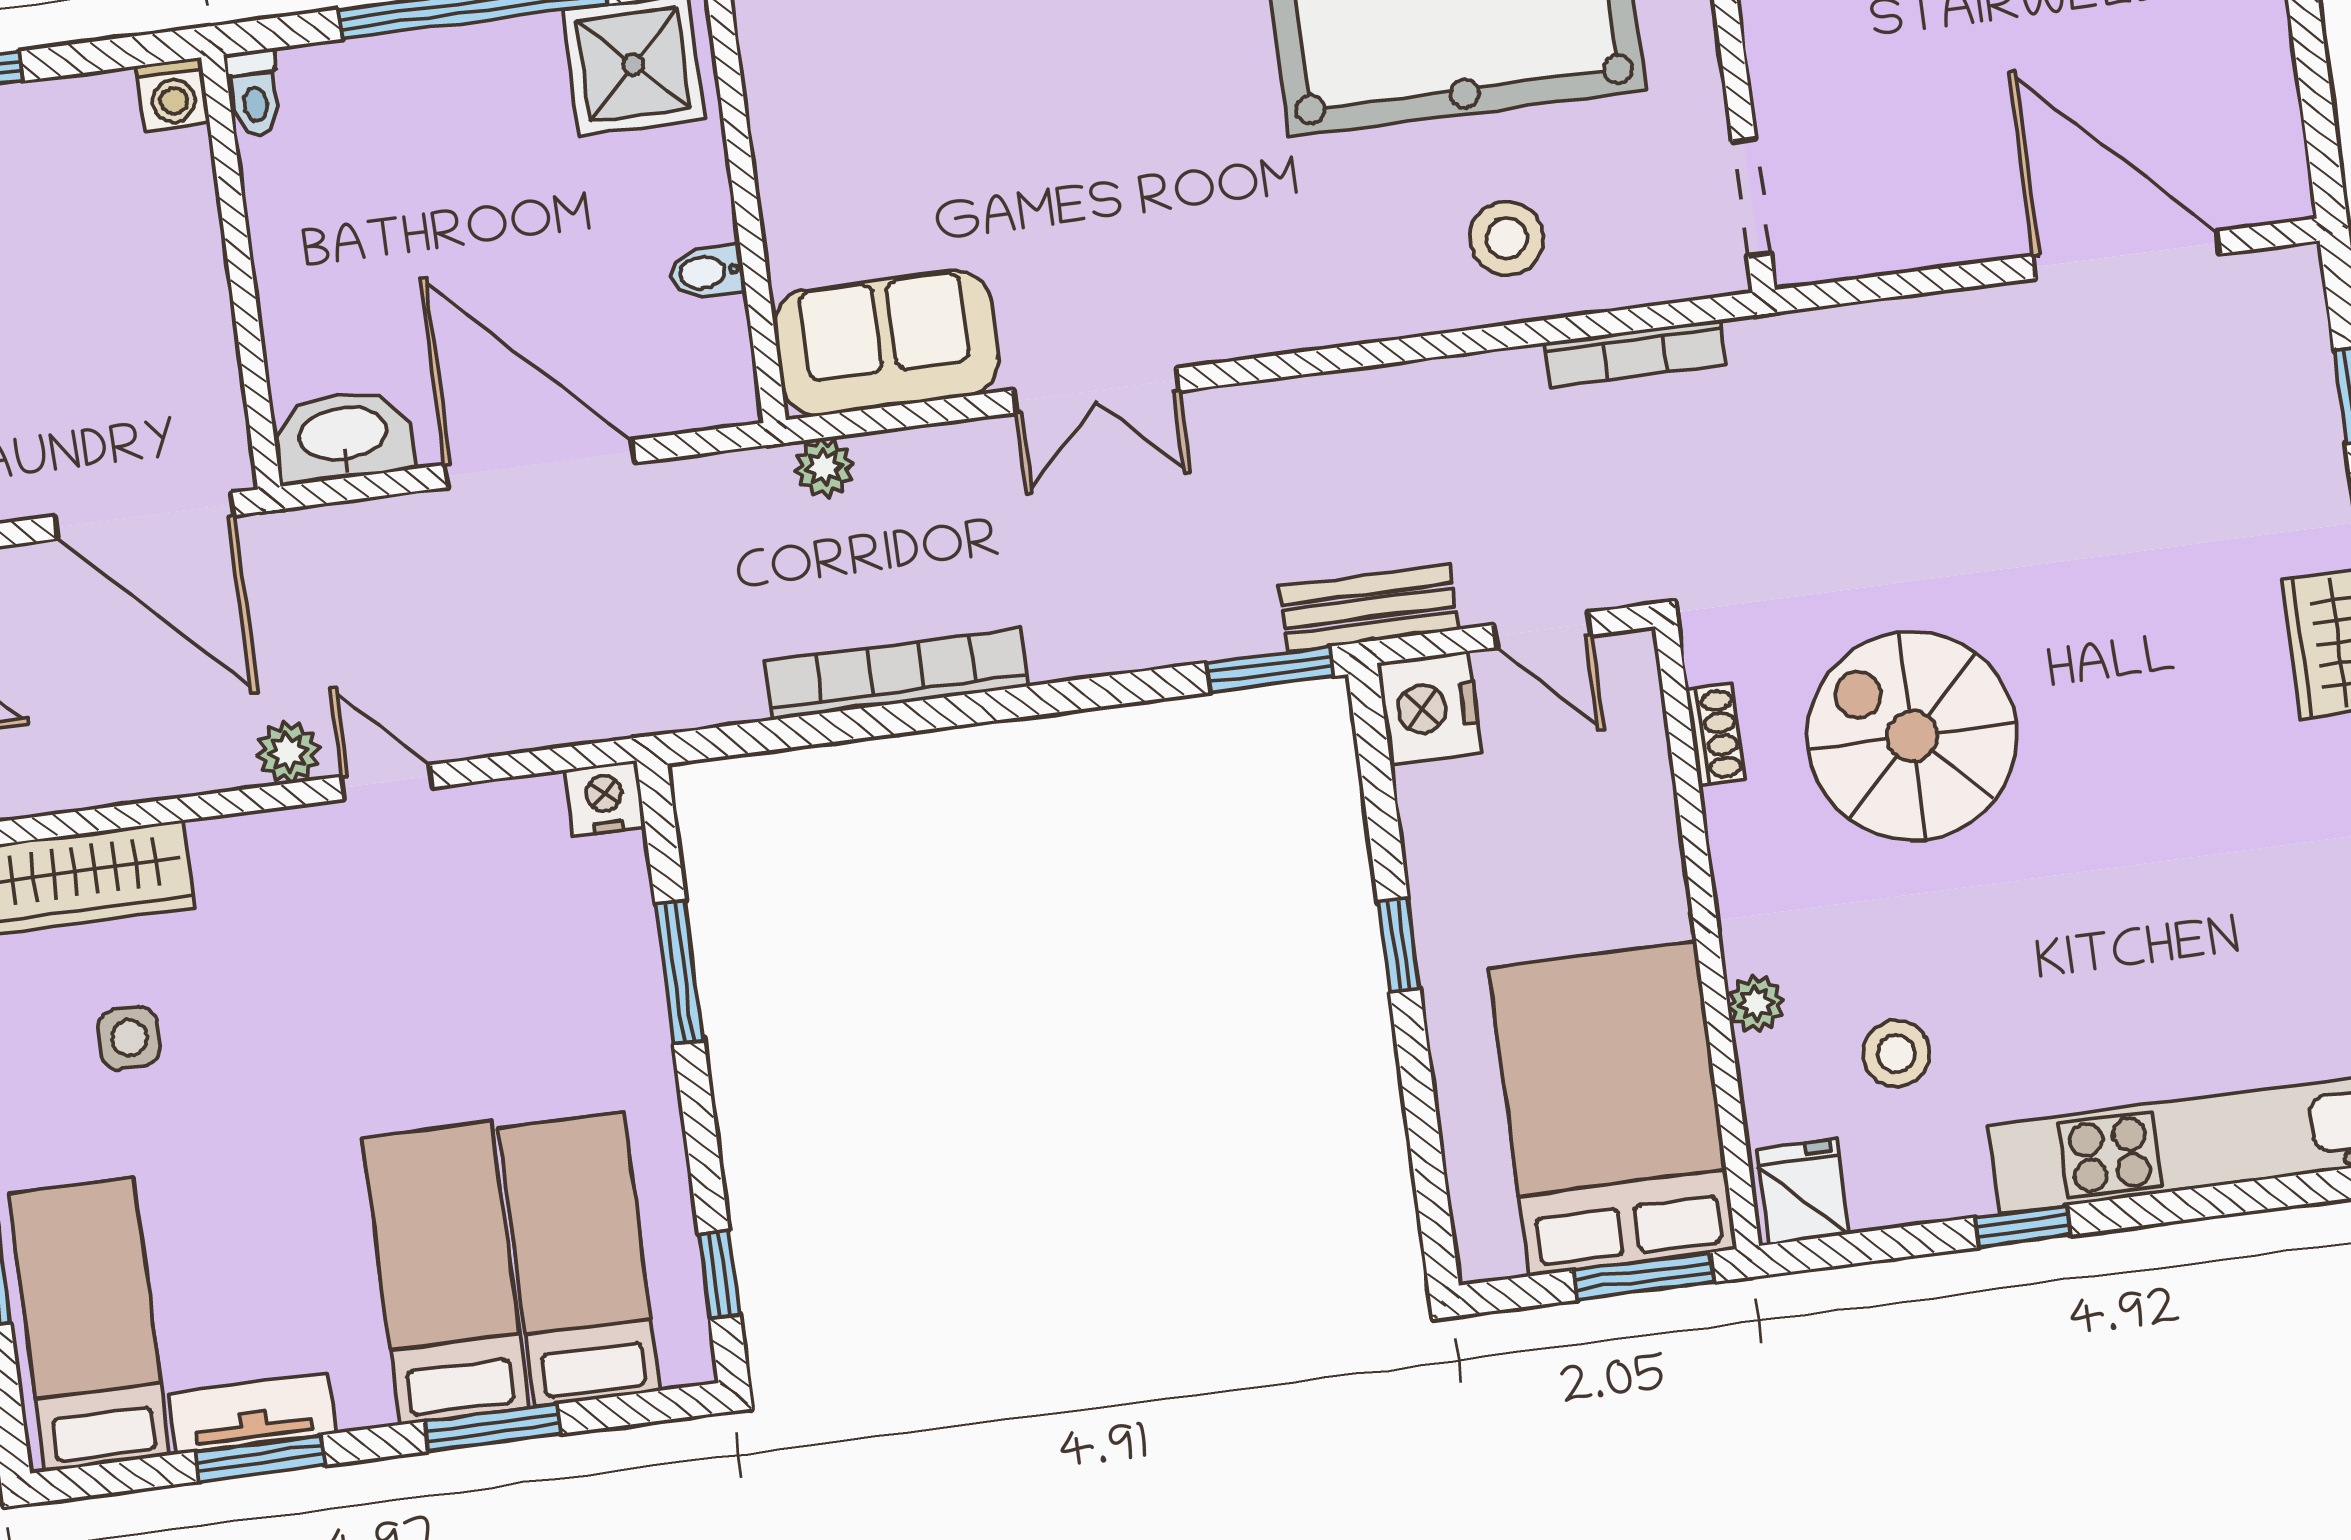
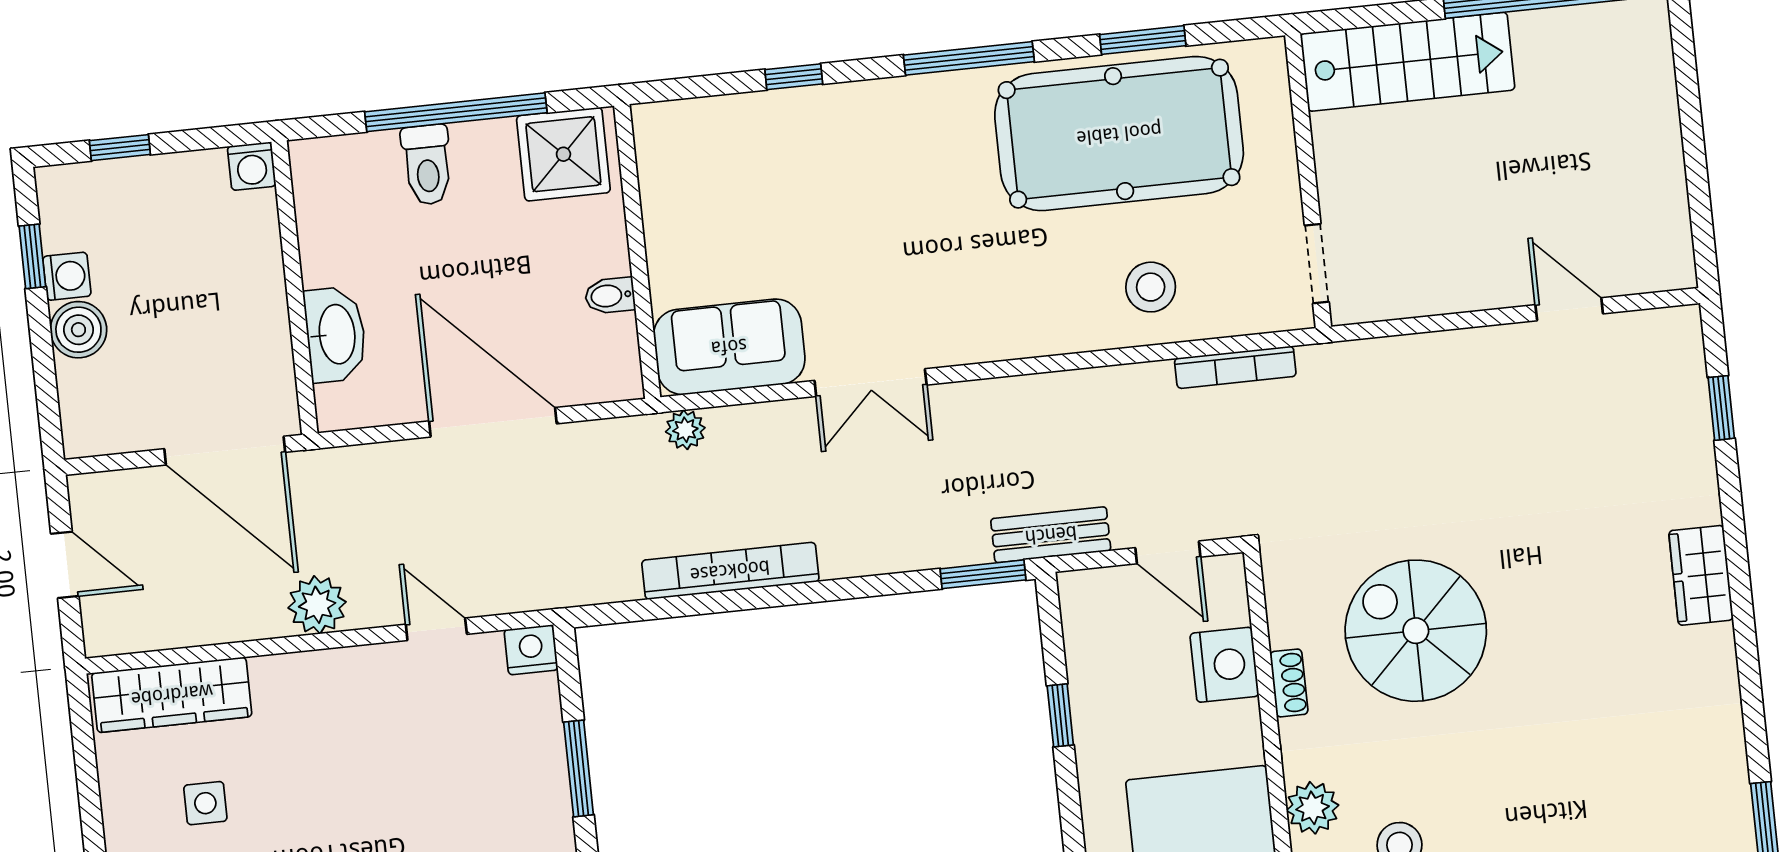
toilet: (254, 93) -> (427, 165), moved, width x1.37, depth x1.39
door: (2126, 255) -> (1569, 309), width x0.53
washbasin: (343, 436) -> (335, 334), moved, turned 90
nightstand: (1429, 708) -> (1224, 665), moved, turned 180
shoe rack: (1715, 734) -> (1289, 683), moved
plant: (288, 752) -> (317, 605), width x1.38, depth x1.38
door: (387, 782) -> (436, 629), moved
window: (1399, 945) -> (1060, 715), moved
plant: (1756, 1003) -> (1313, 808), width x1.38, depth x1.38

